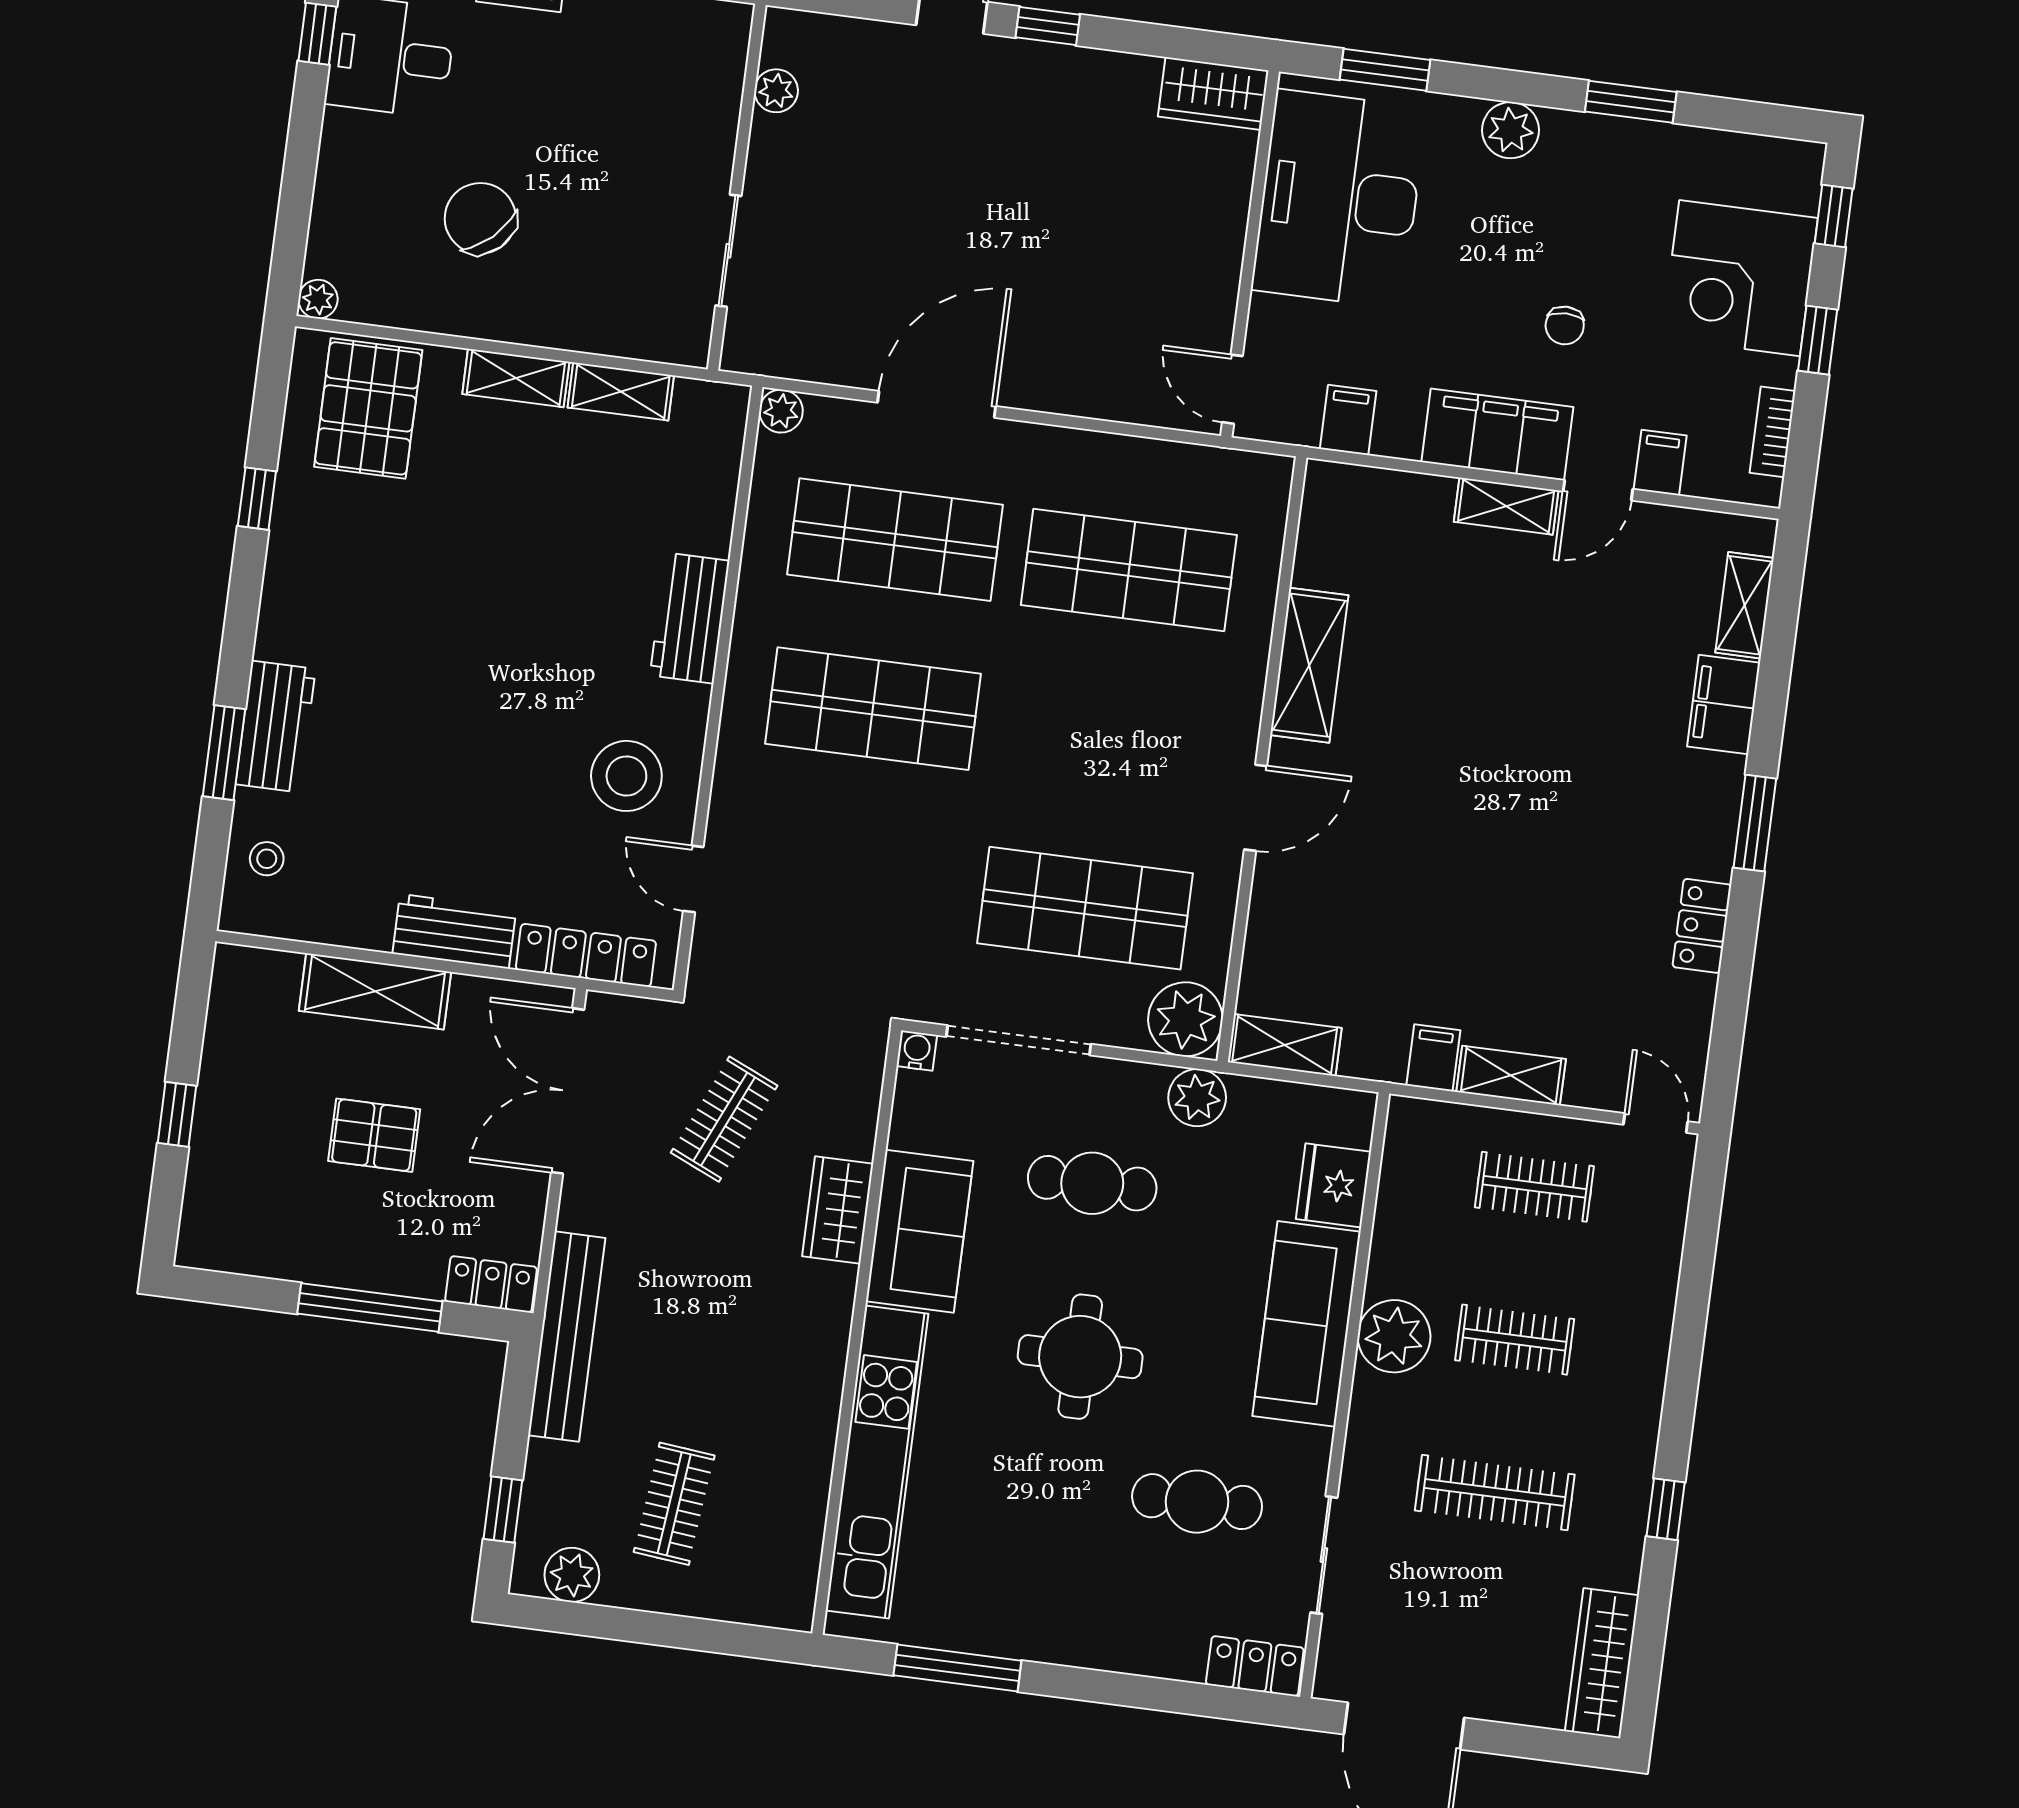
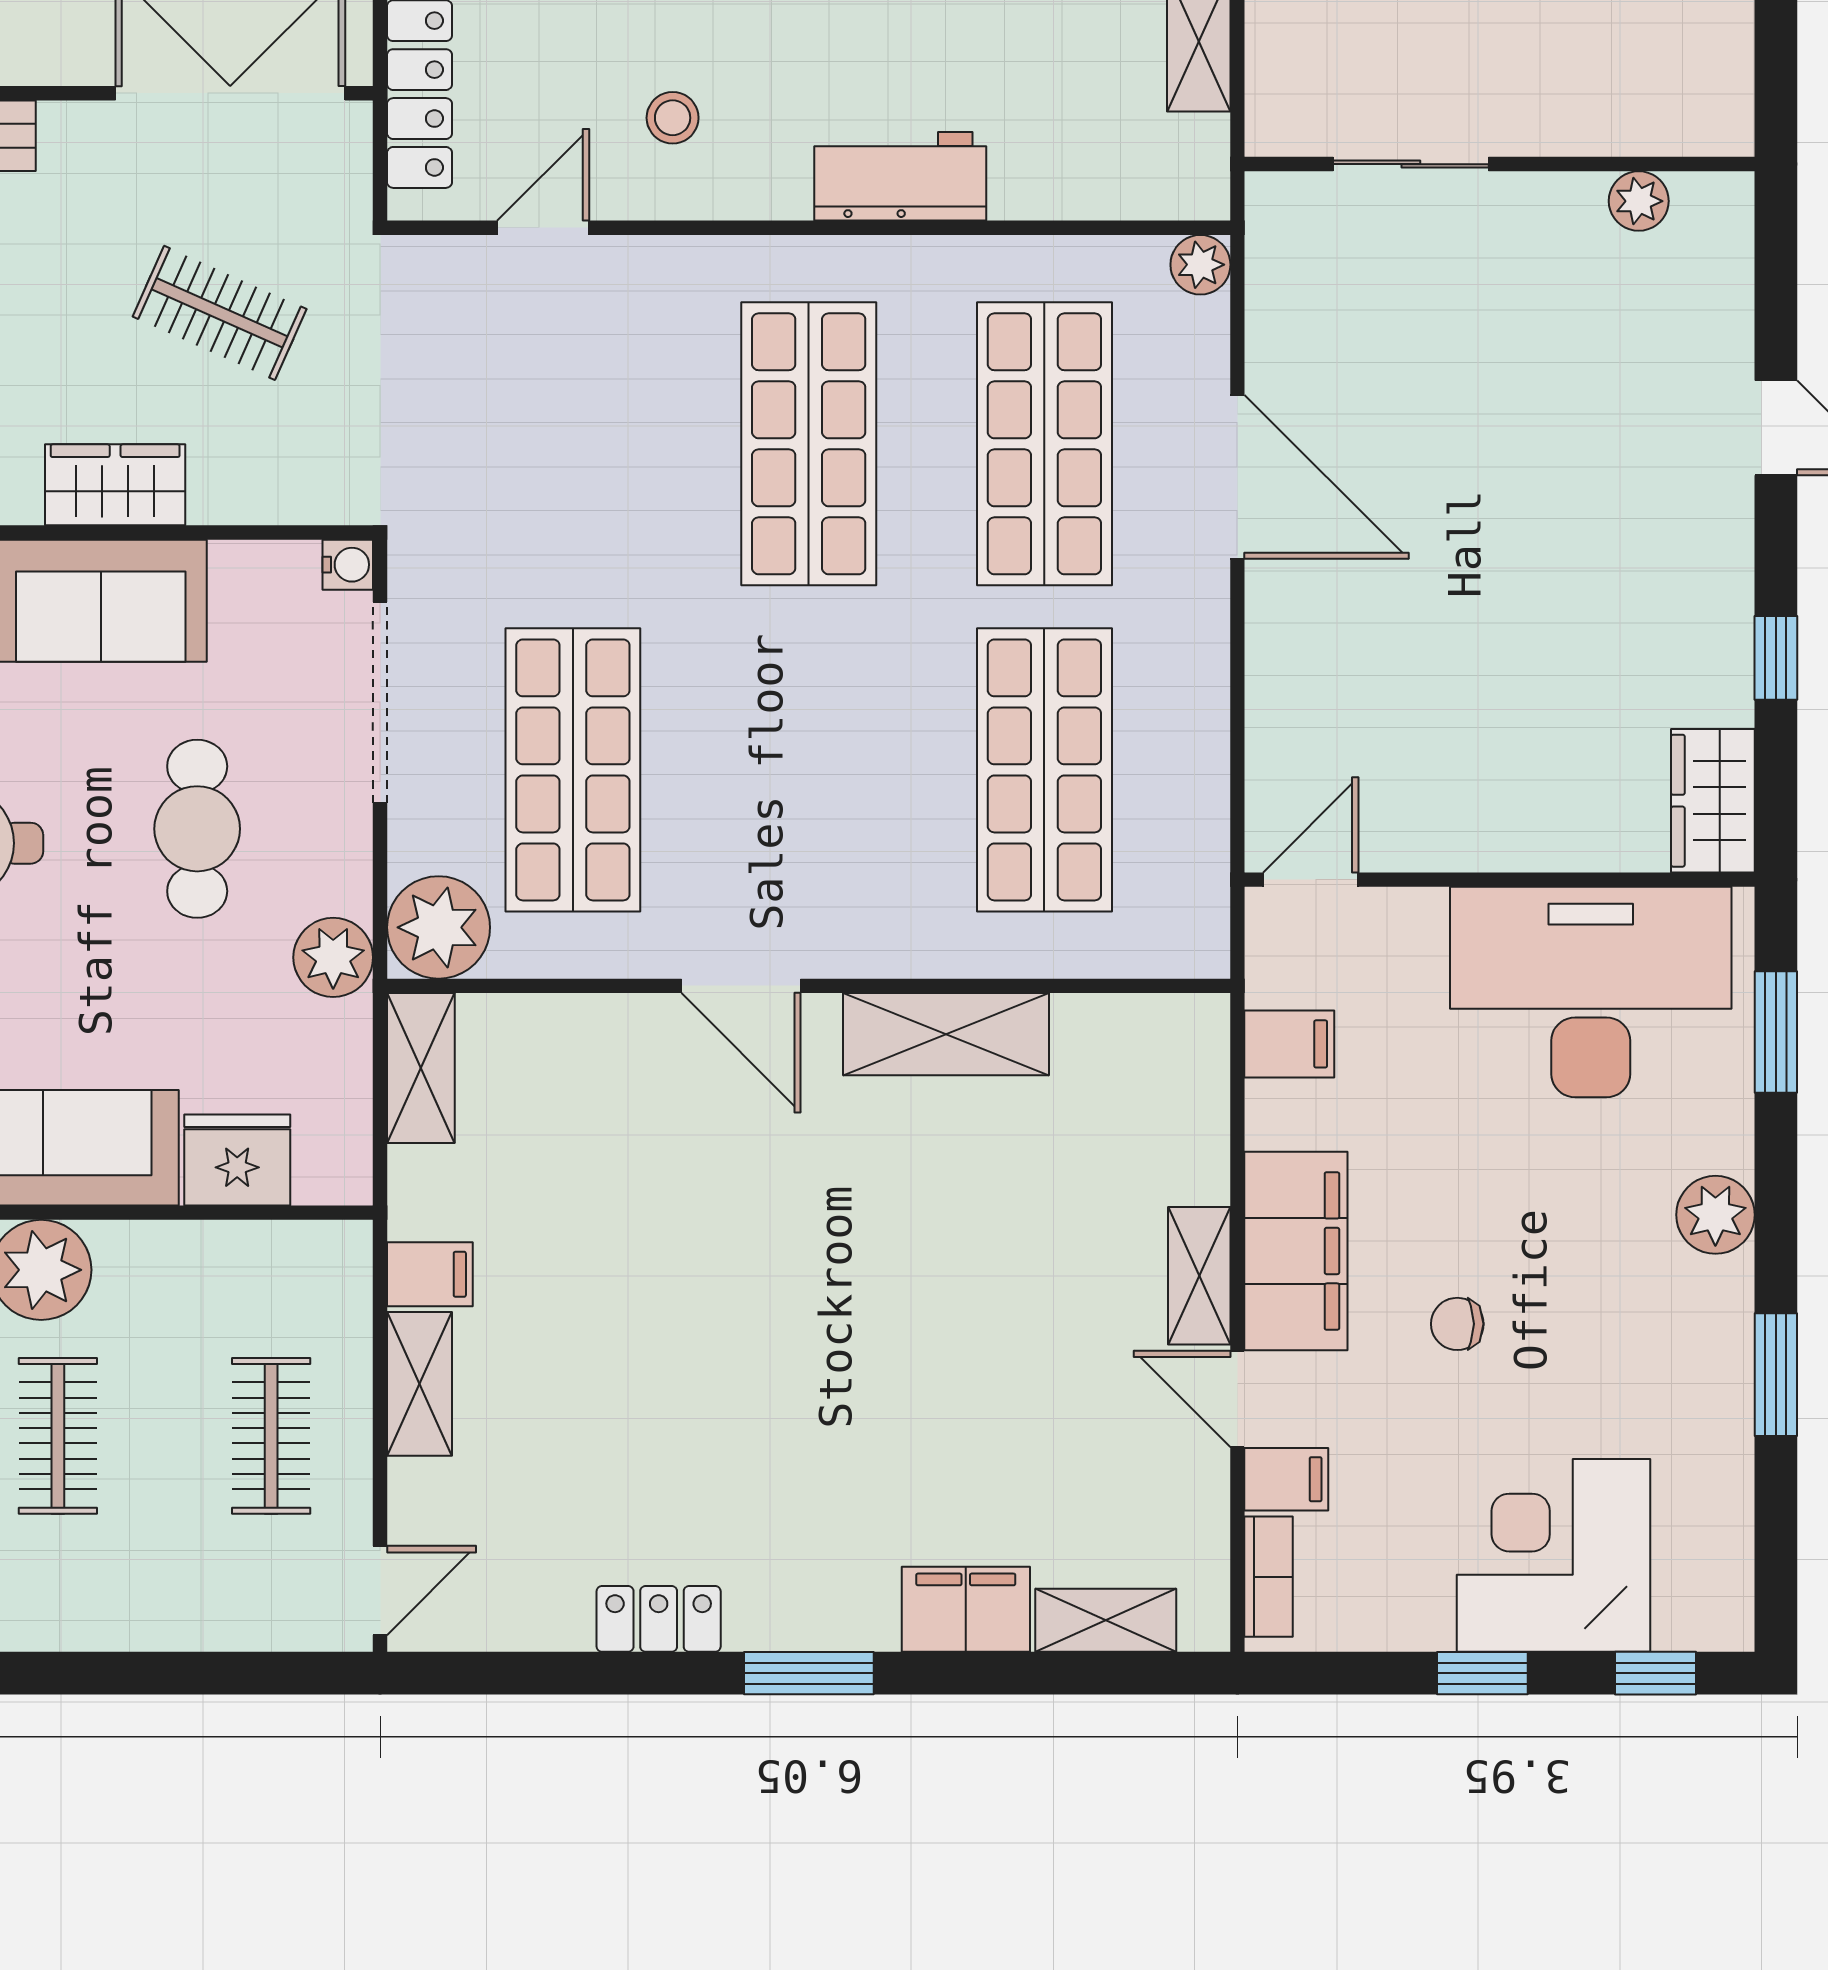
window: (1048, 26) -> (1776, 658), moved
bookcase: (1773, 432) -> (1269, 1577), moved, turned 90
stool: (626, 776) -> (673, 118), width x0.53, depth x0.53

